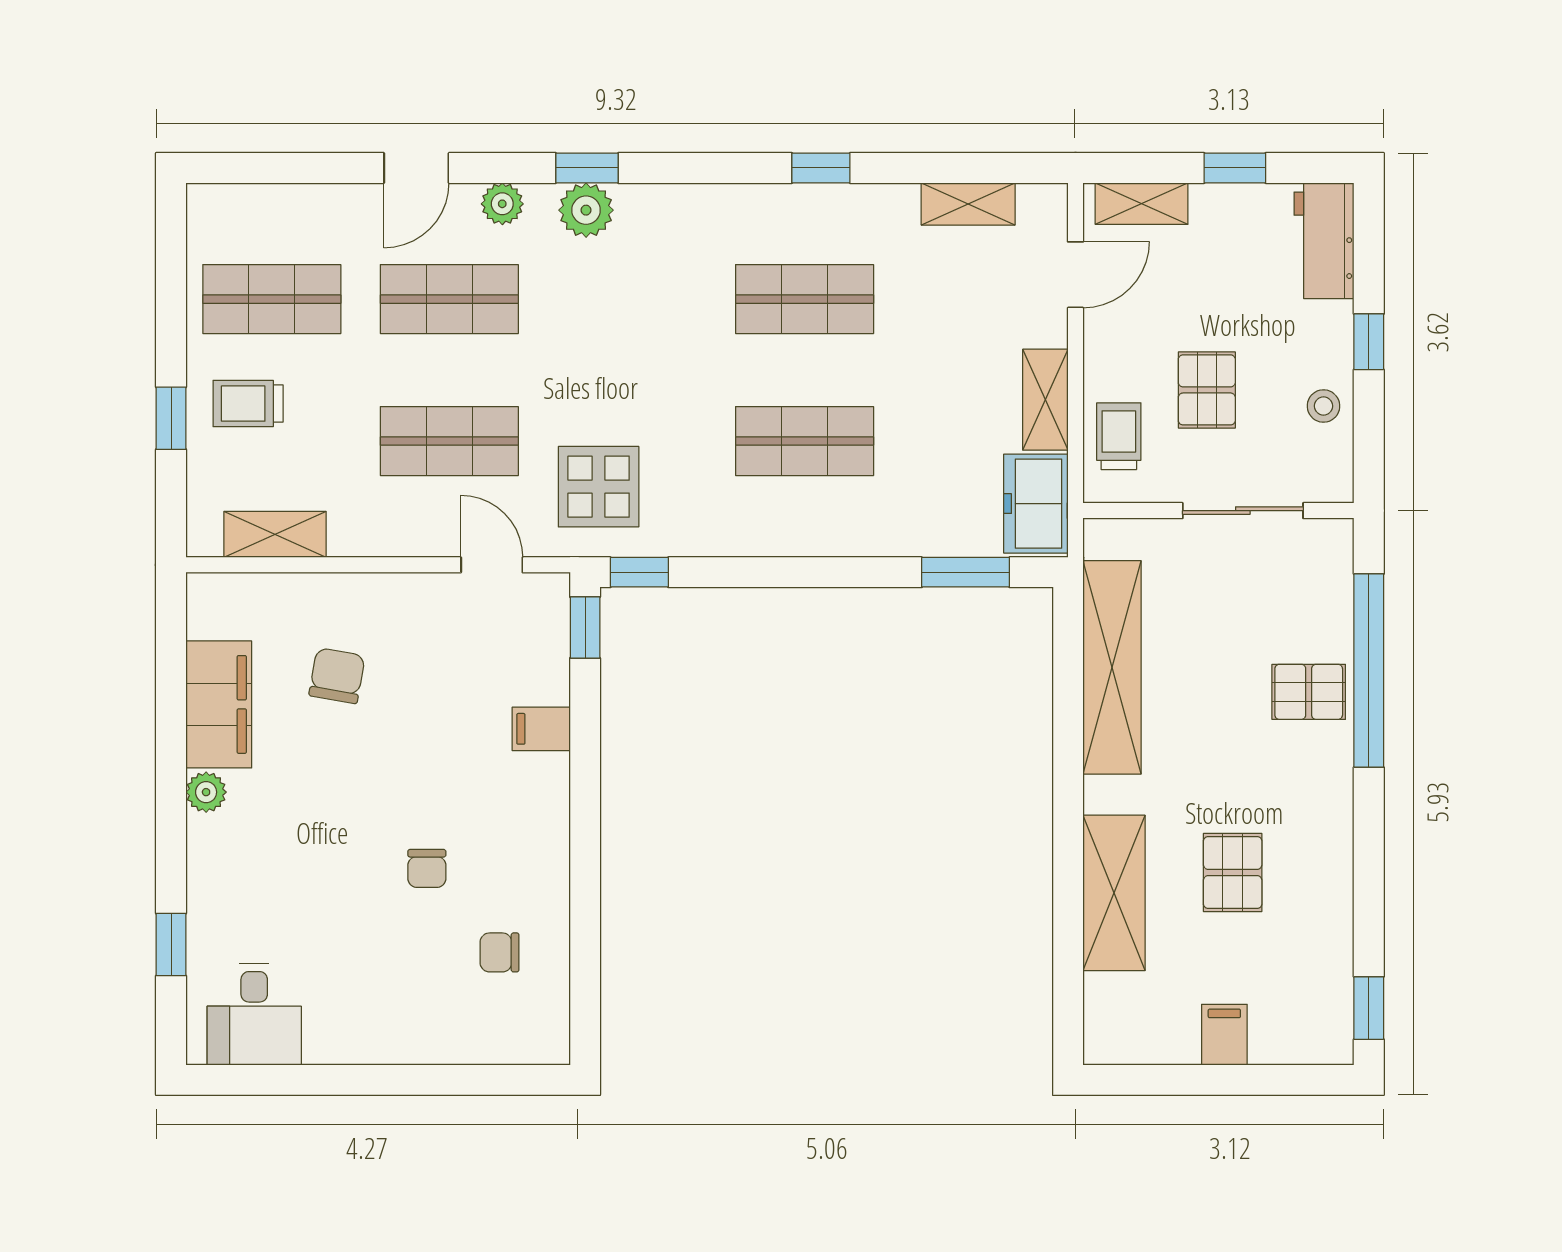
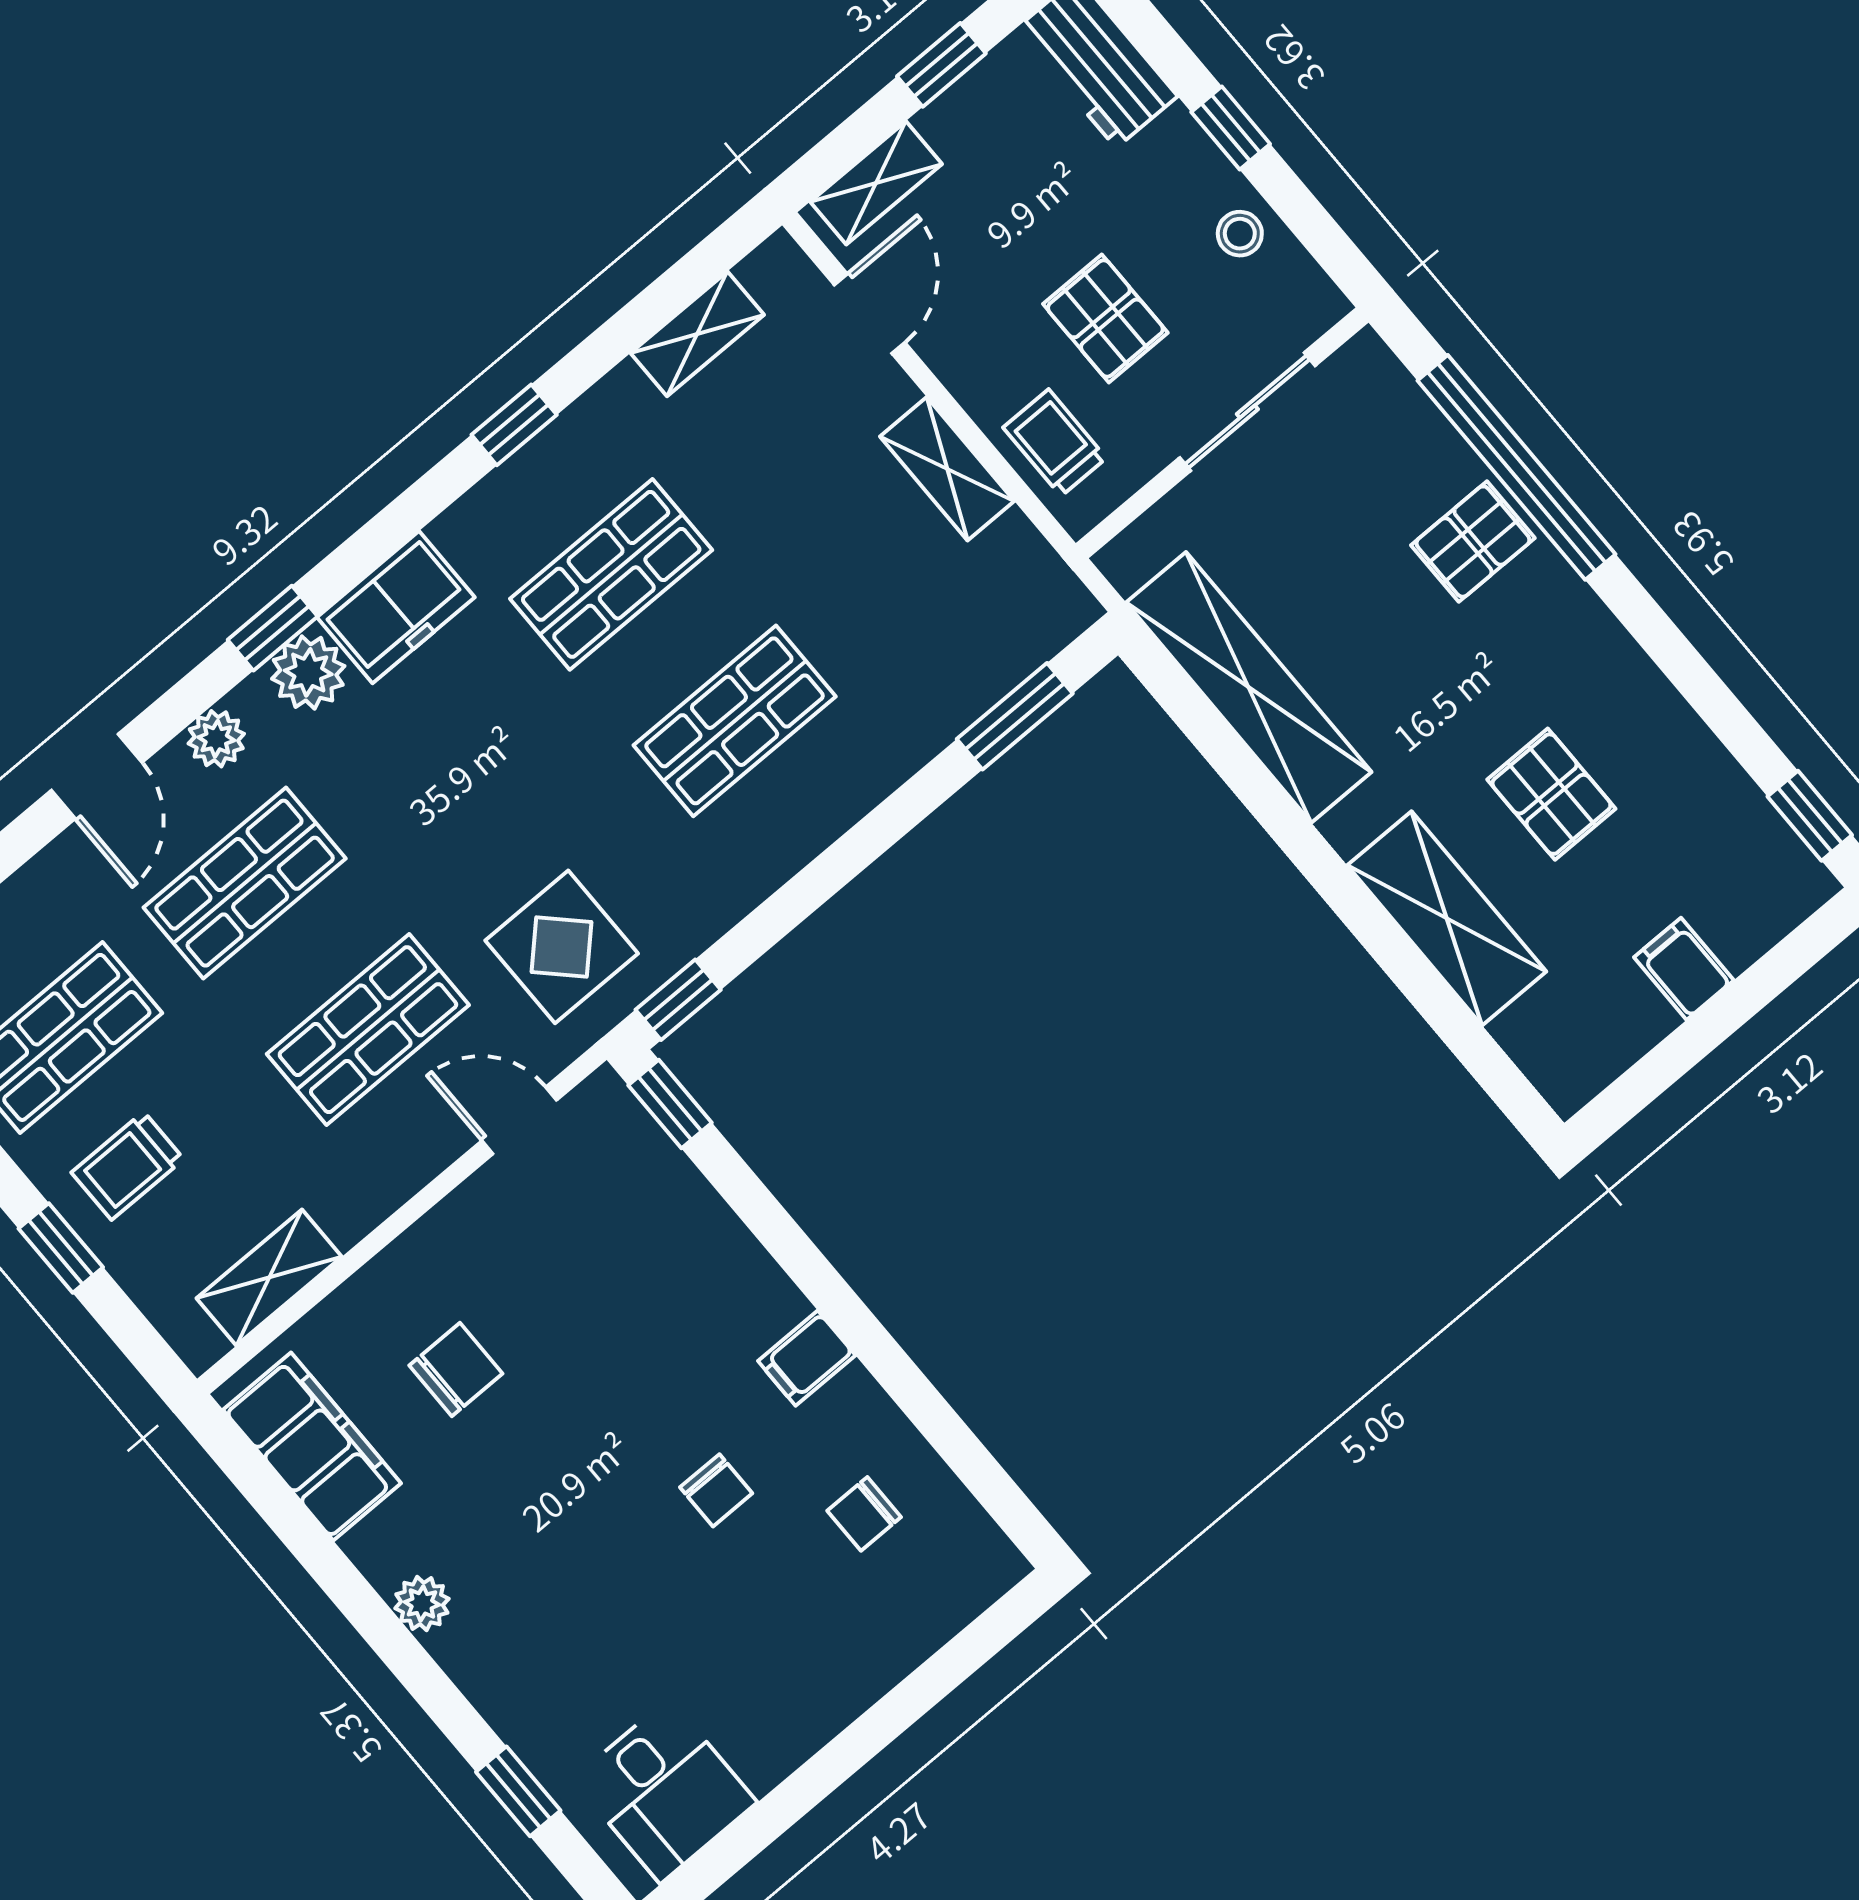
freezer: (1036, 504) -> (396, 607), moved, turned -90
chair: (337, 676) -> (456, 1370), turned 80
filing cabinet: (219, 704) -> (312, 1446), moved
filing cabinet: (541, 729) -> (807, 1358), moved

